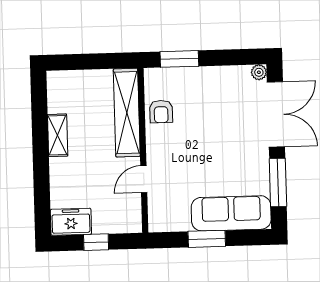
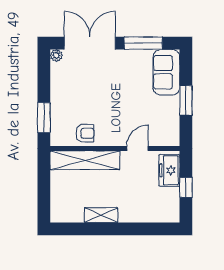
door: (144, 179) -> (138, 148), swing flipped
sofa: (231, 213) -> (166, 72), width x0.73
freezer: (71, 222) -> (169, 170), moved

